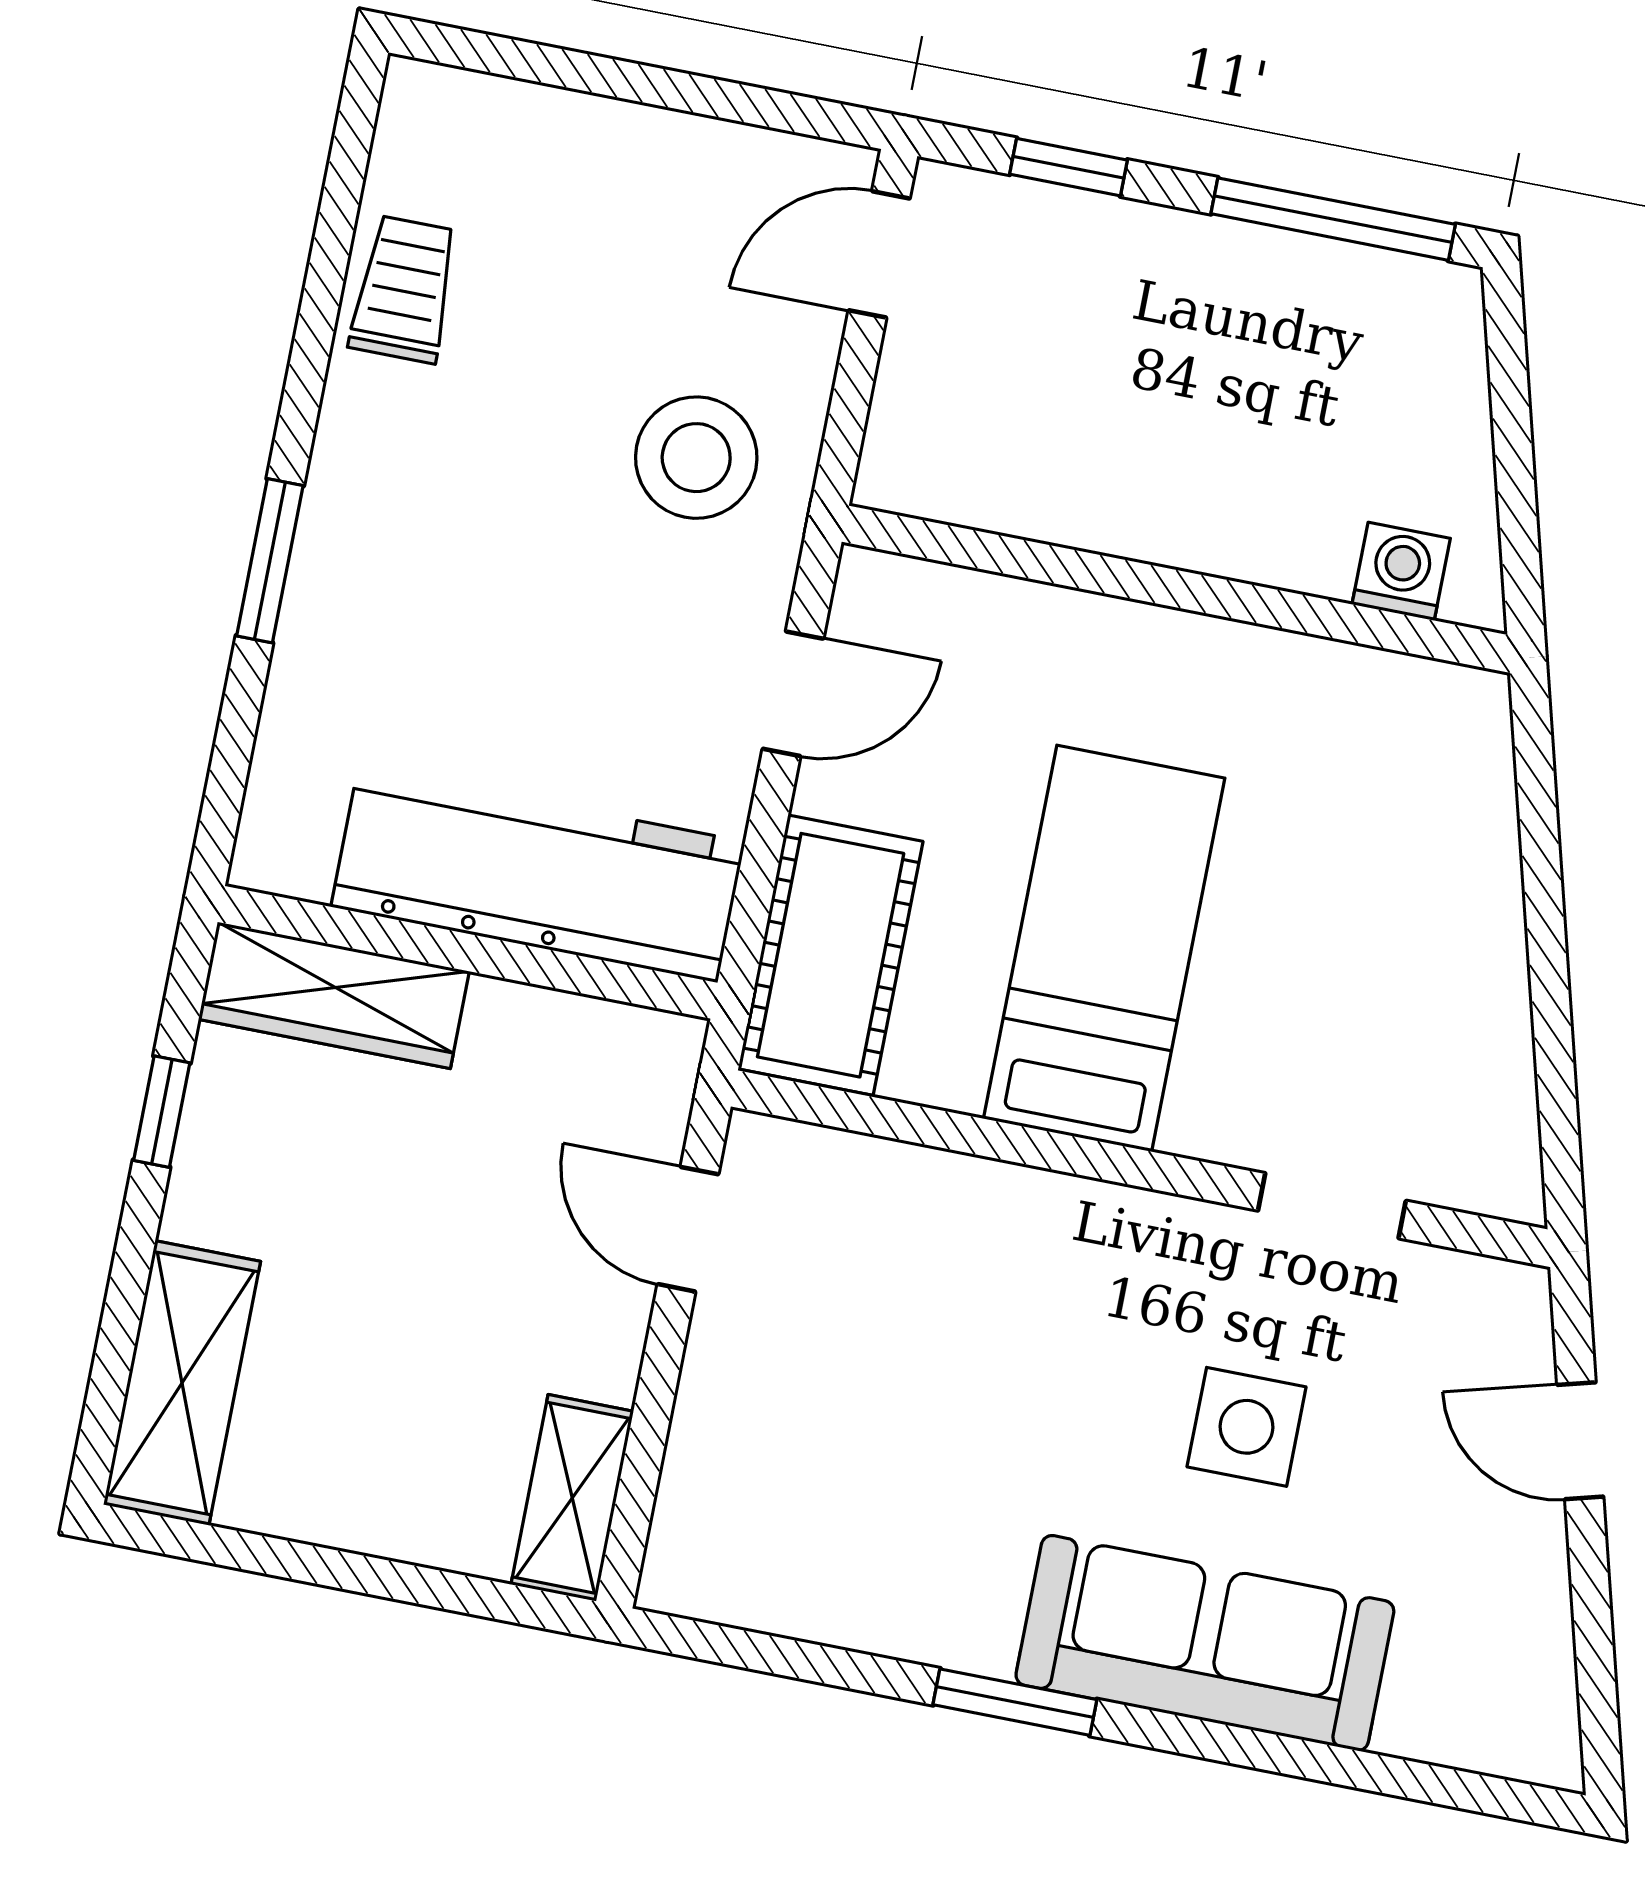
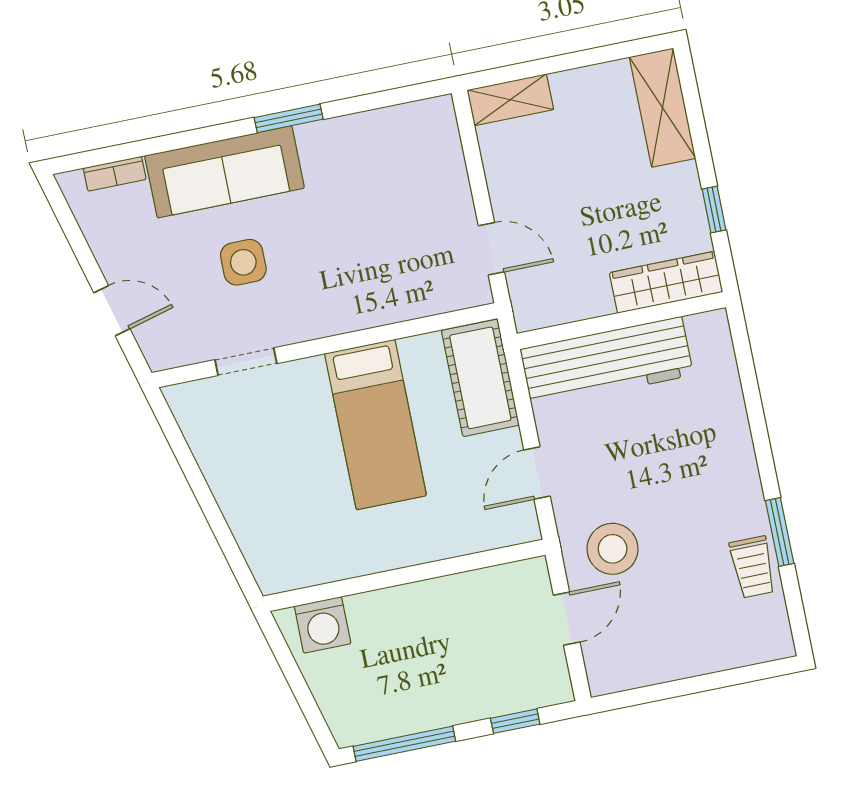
door: (879, 254) -> (567, 619), moved
window: (270, 561) -> (780, 532), moved
washing machine: (1401, 571) -> (323, 625), width x1.38, depth x1.38
shelving: (572, 1498) -> (510, 100), moved, turned 90
bookcase: (1449, 1740) -> (115, 174), added

